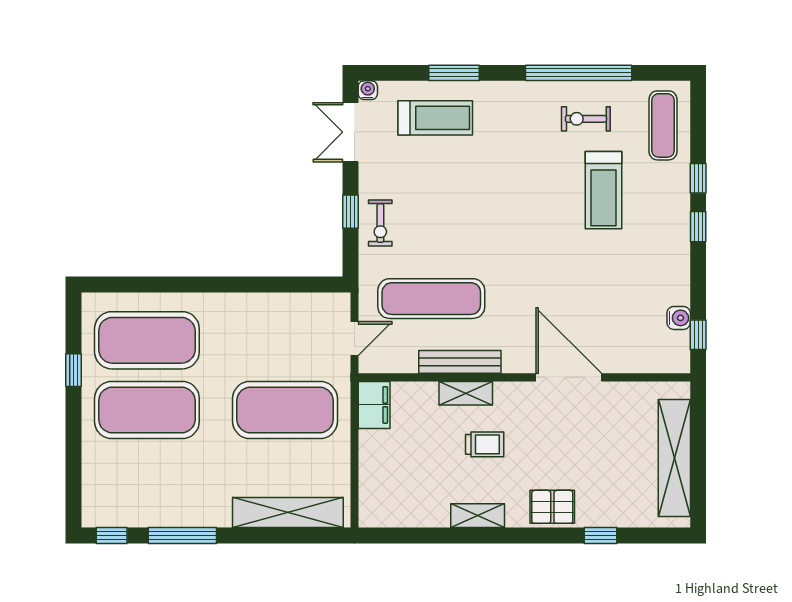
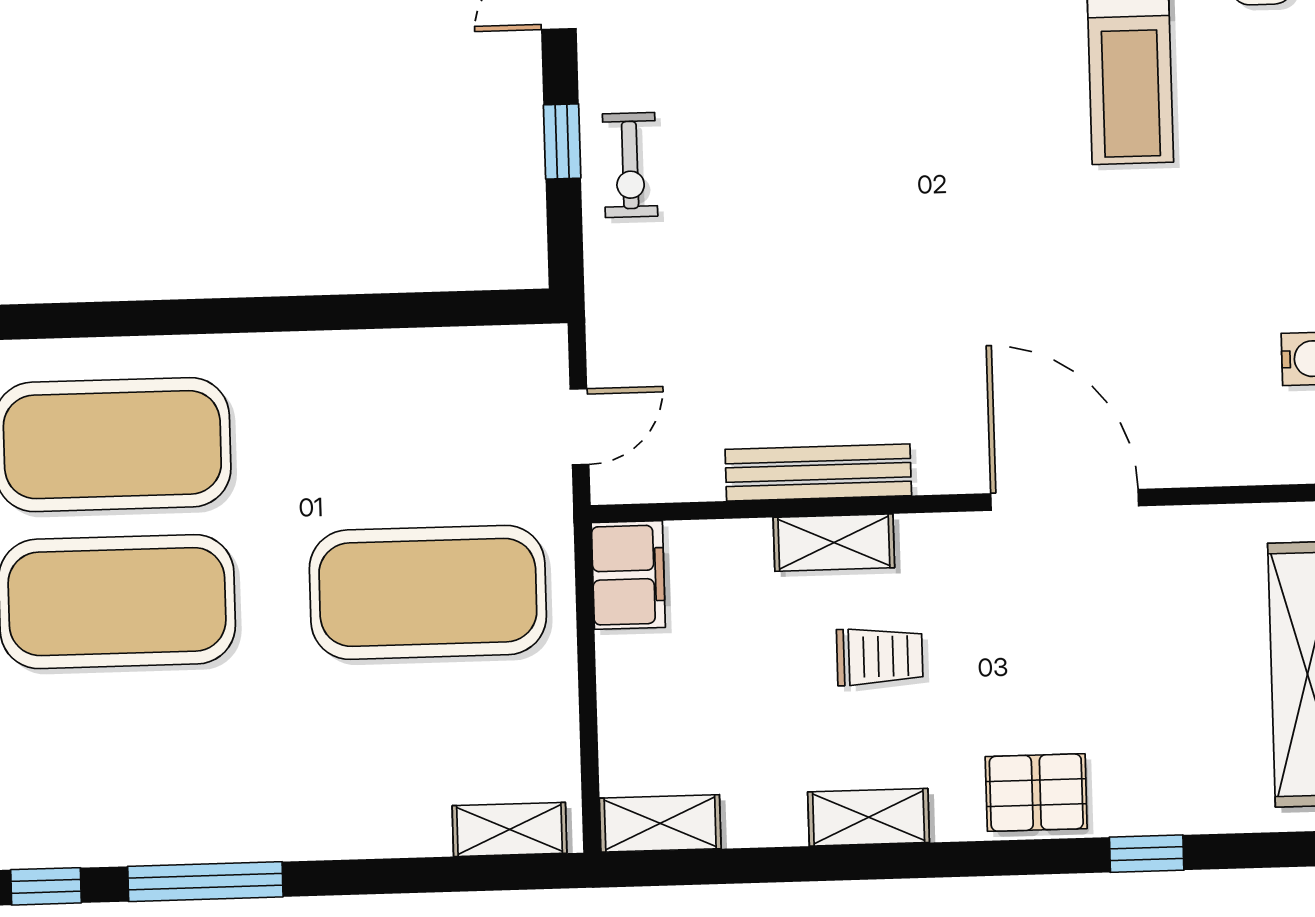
exercise mat: (431, 299) -> (750, 332), removed
shelving: (288, 513) -> (510, 829), width x0.45, depth x0.75
shelving: (385, 516) -> (660, 823), added

